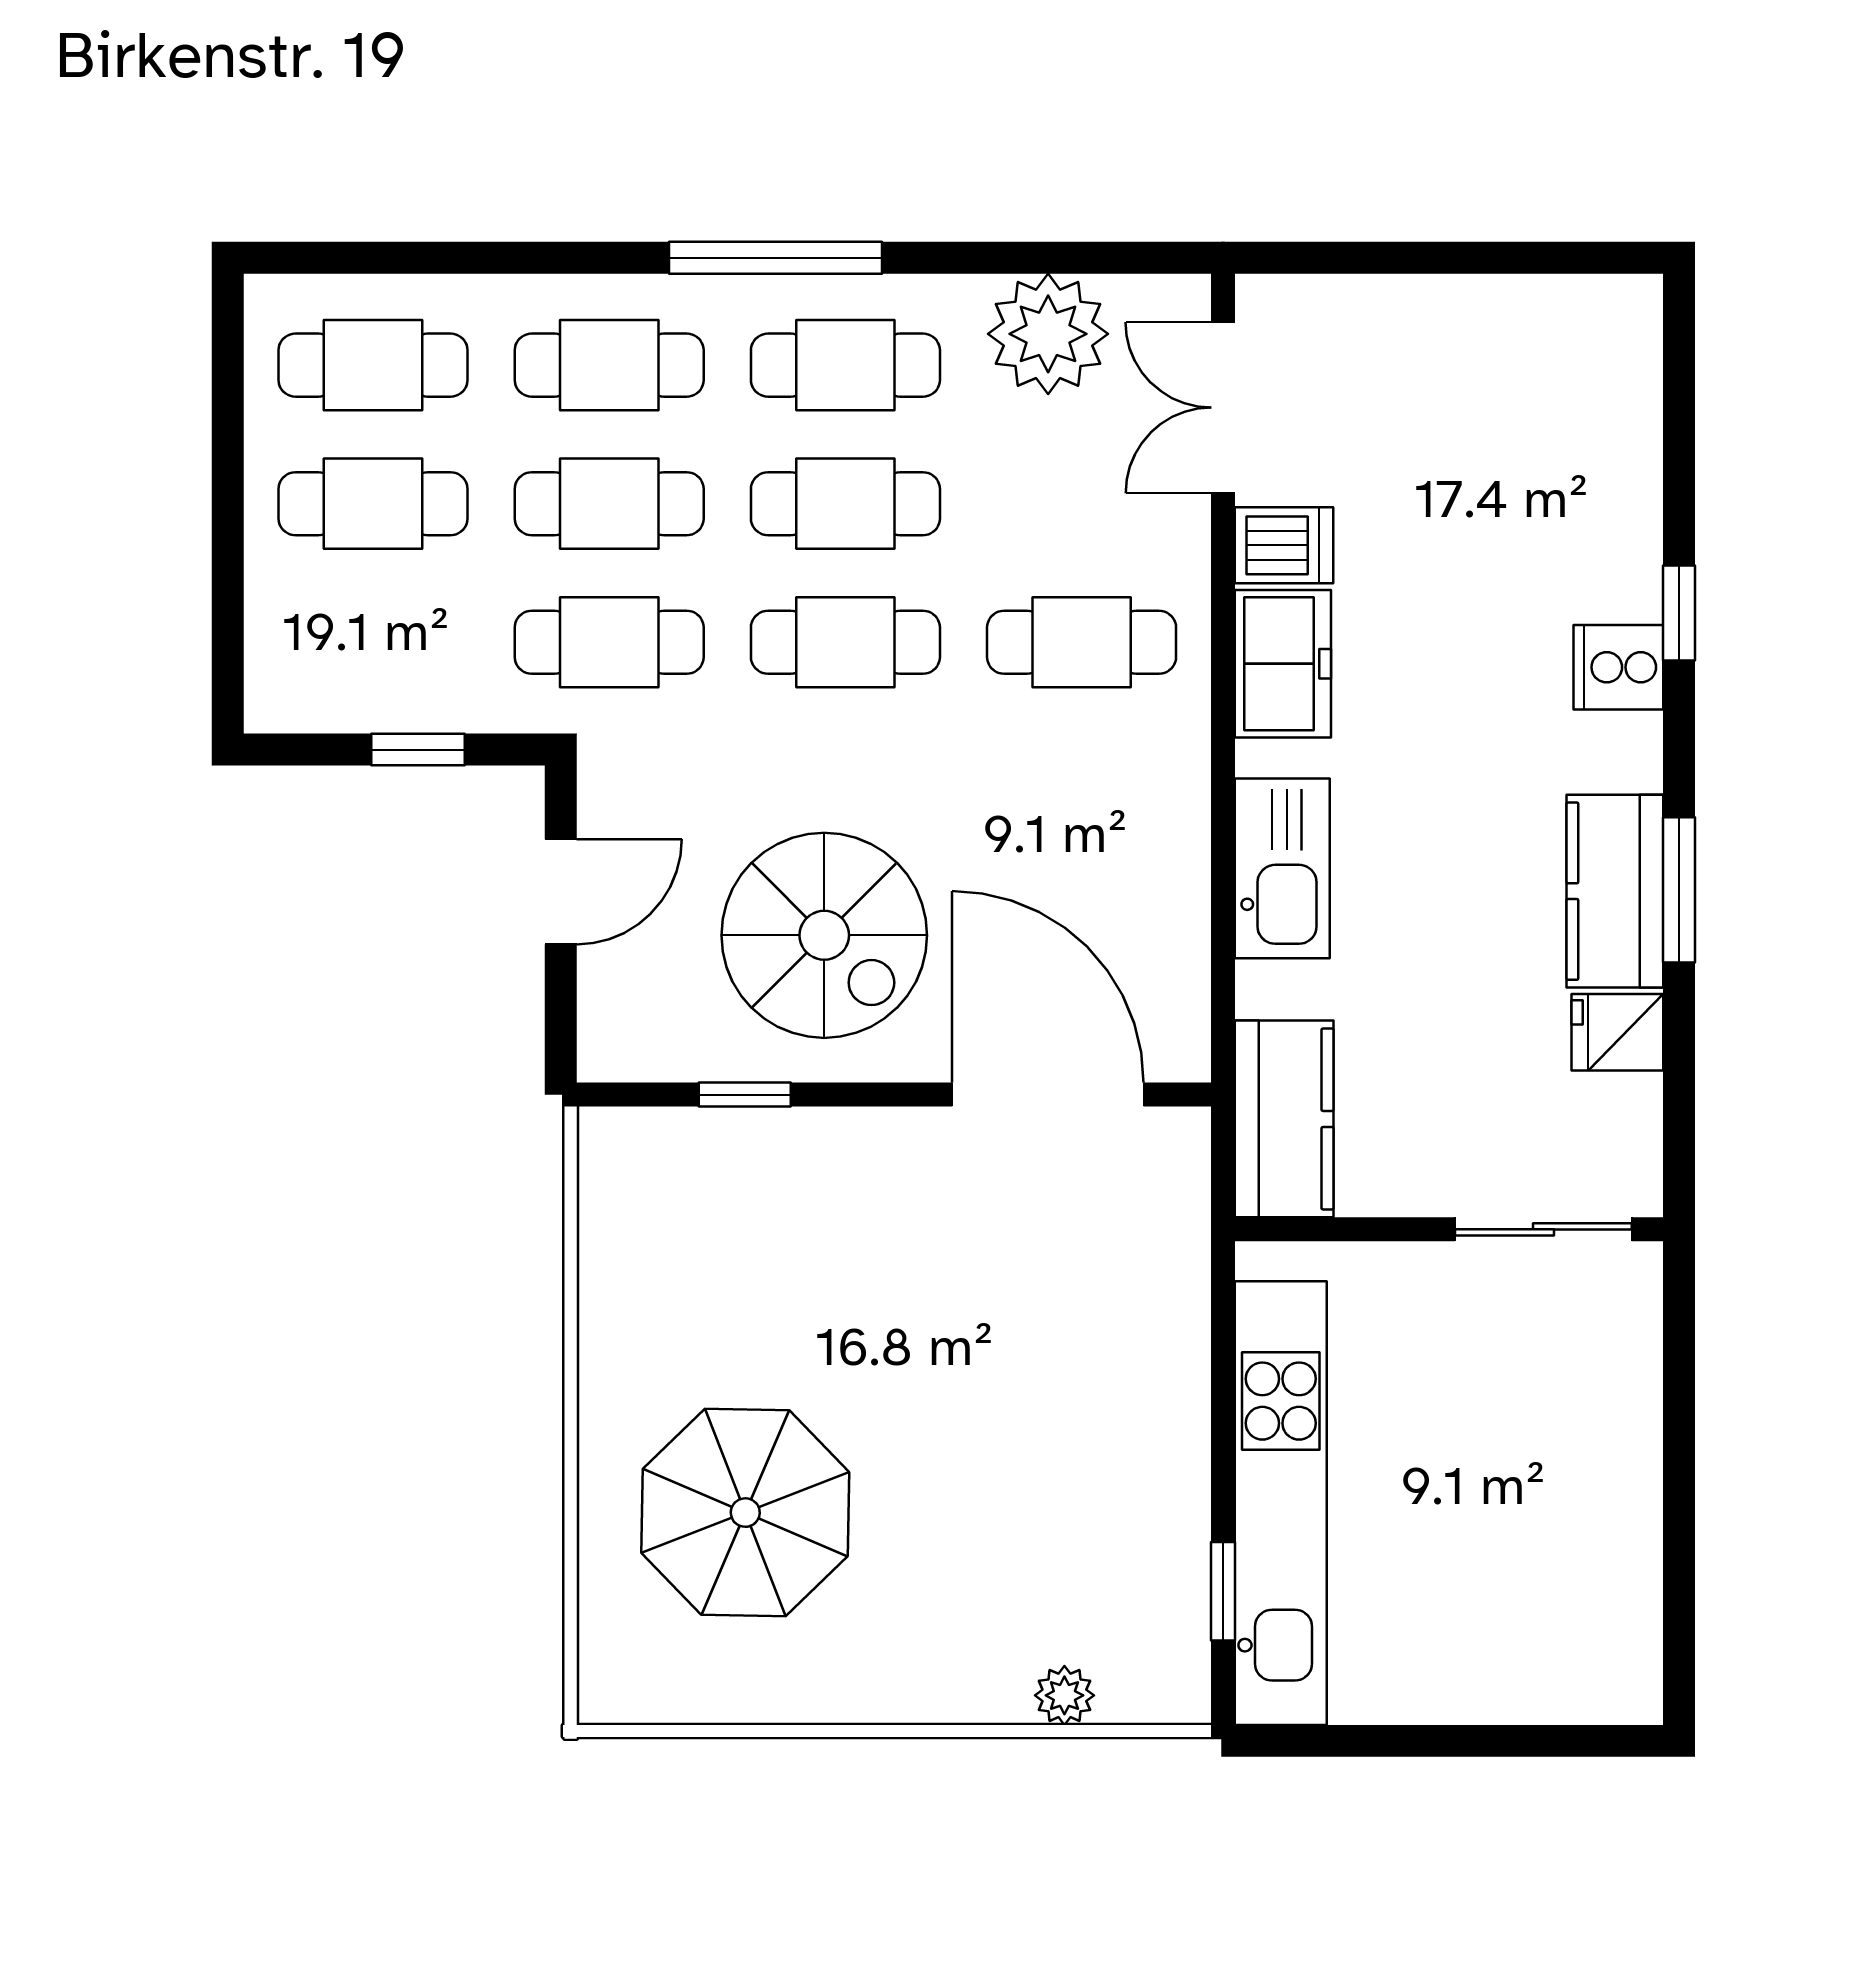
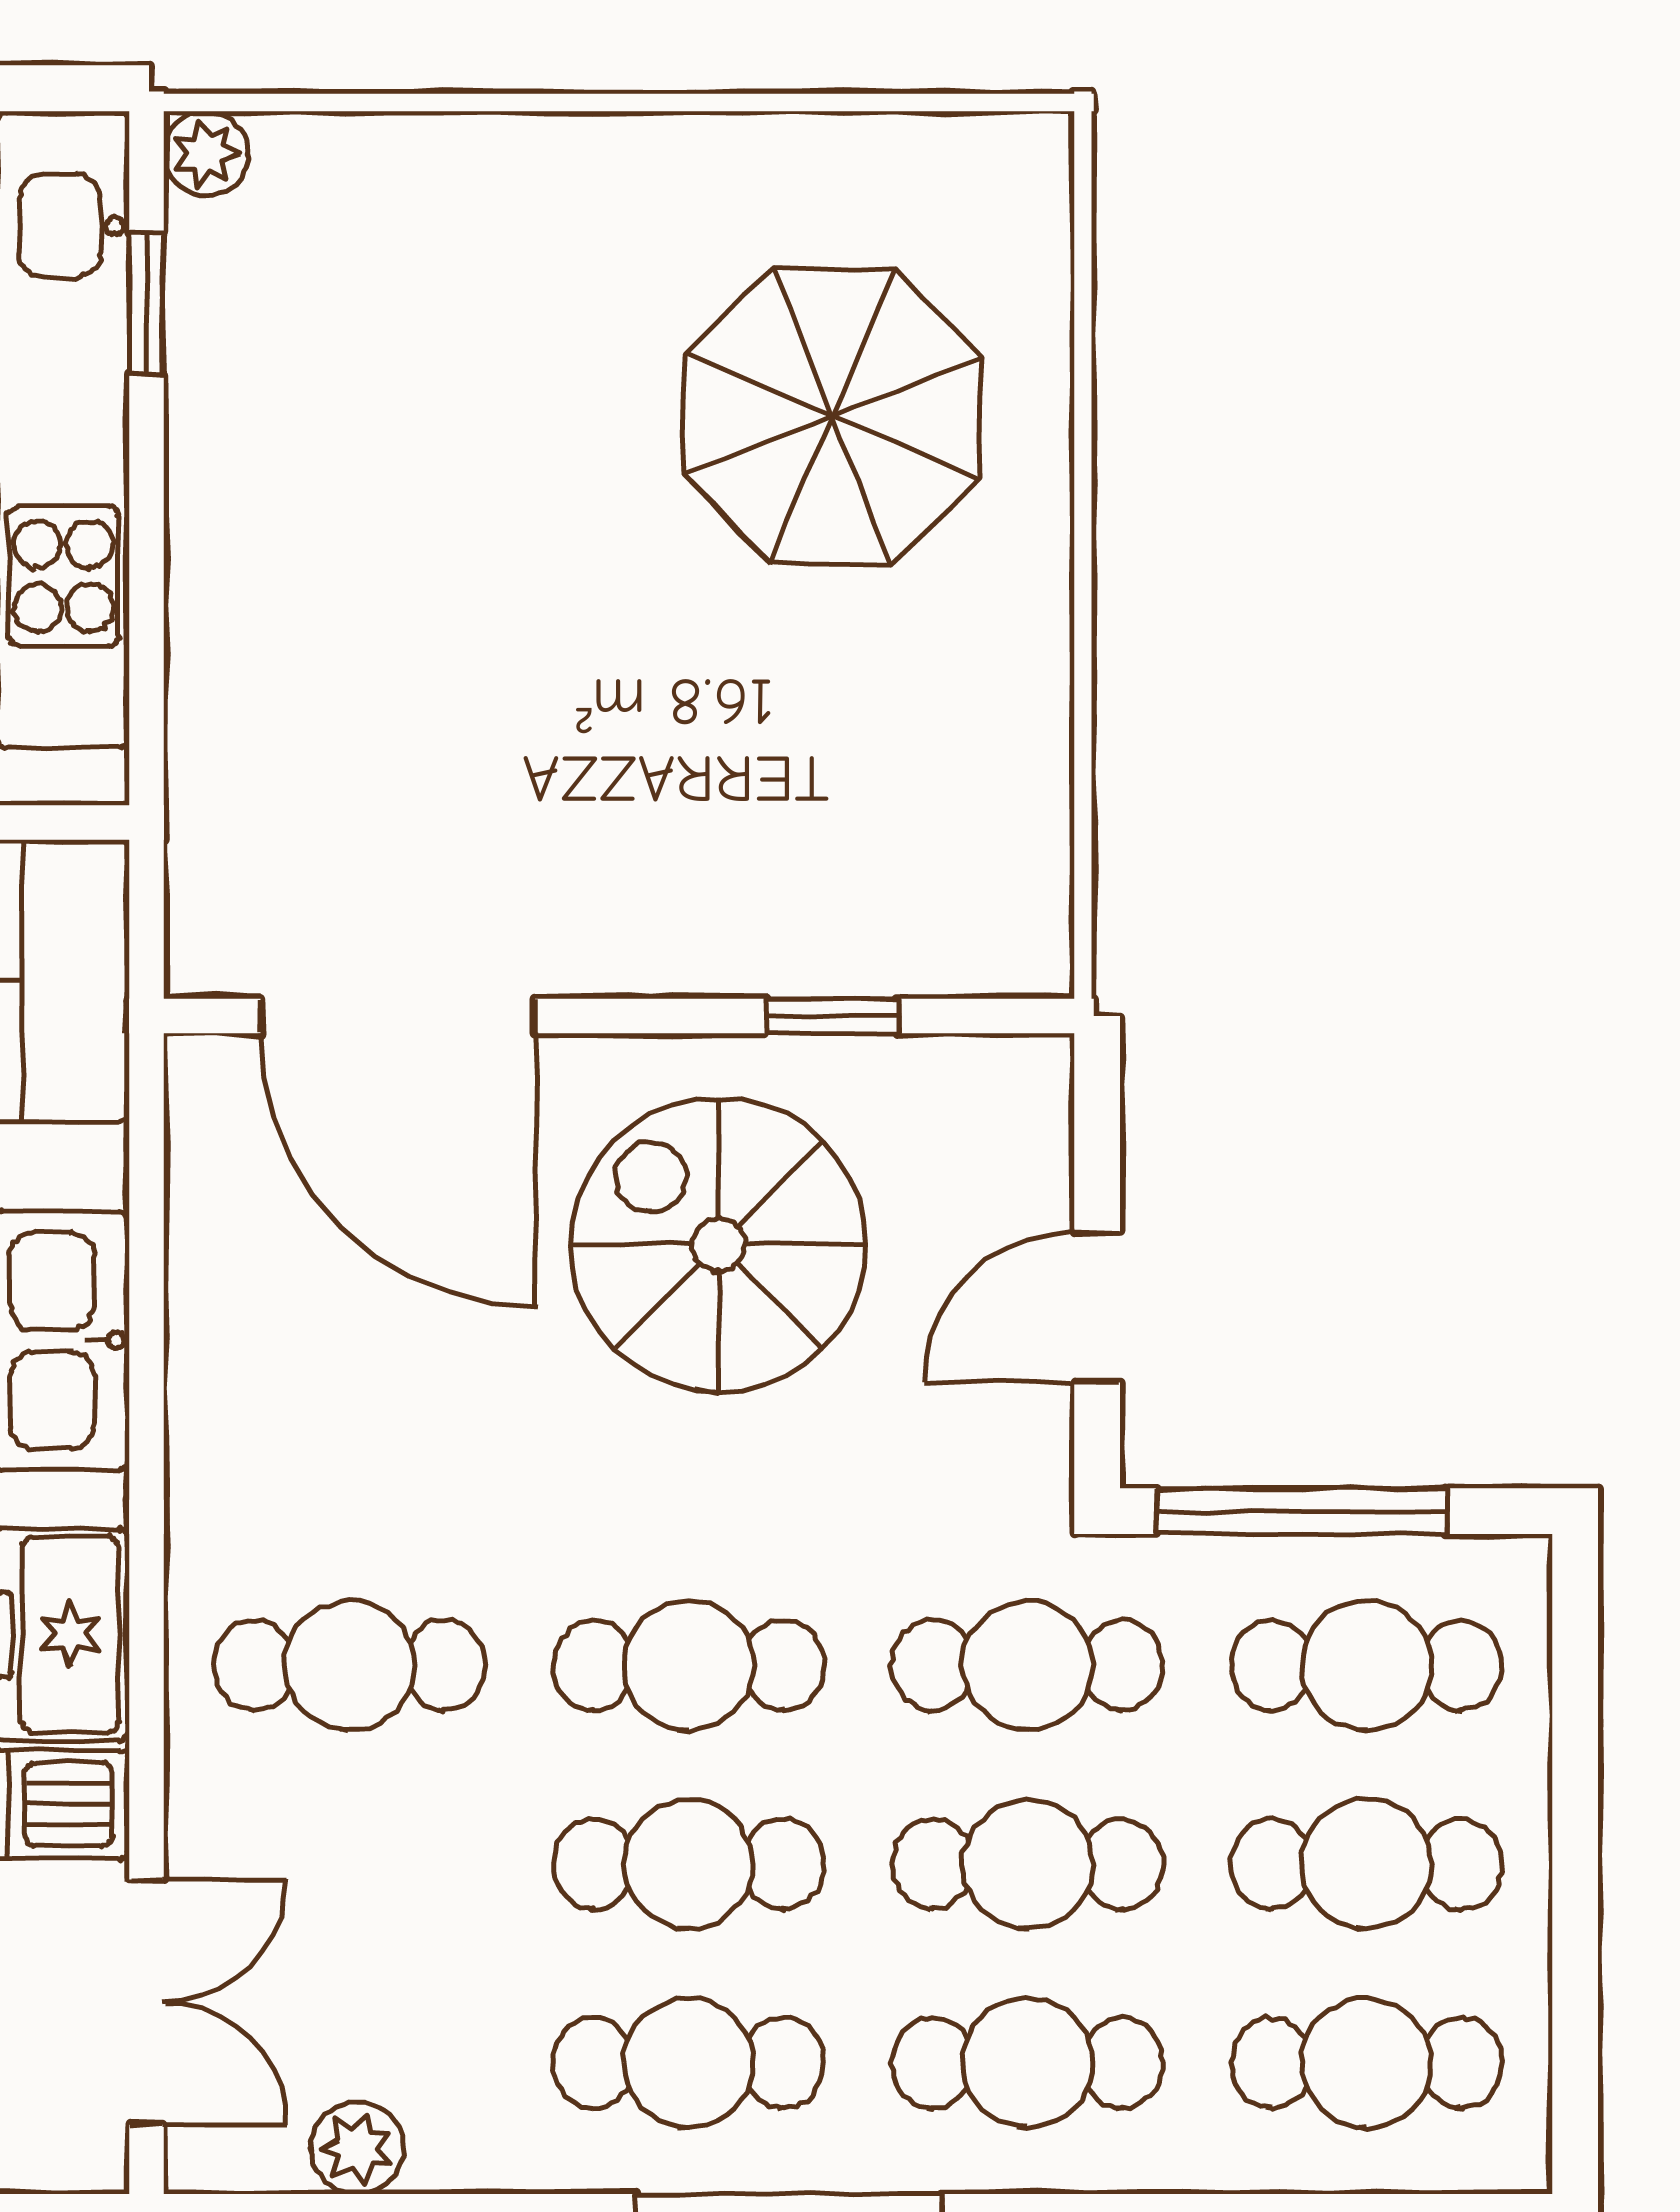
plant: (1048, 334) -> (357, 2148), width x0.53, depth x0.53
cafe table: (373, 642) -> (1367, 1665), added
window: (418, 750) -> (1302, 1511), width x2.17
plant: (1064, 1695) -> (206, 154), moved

